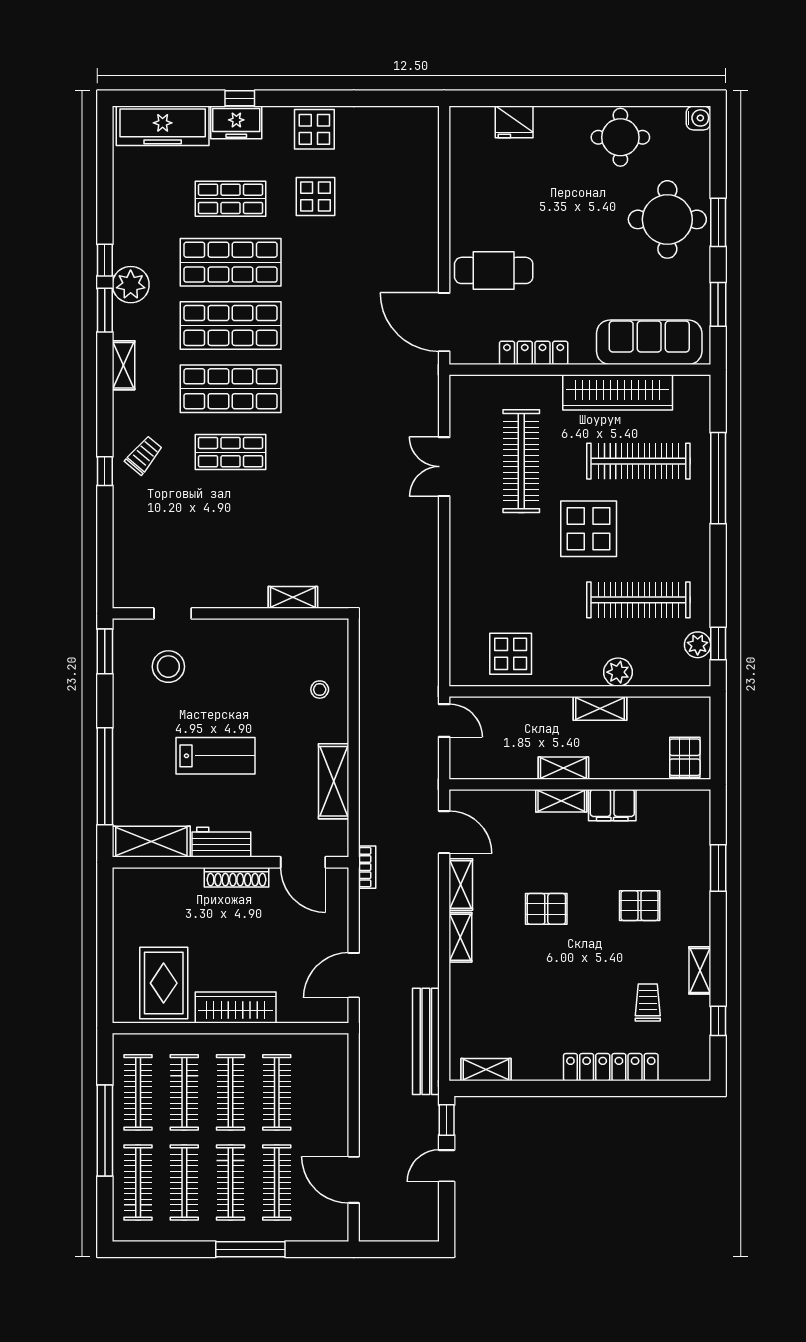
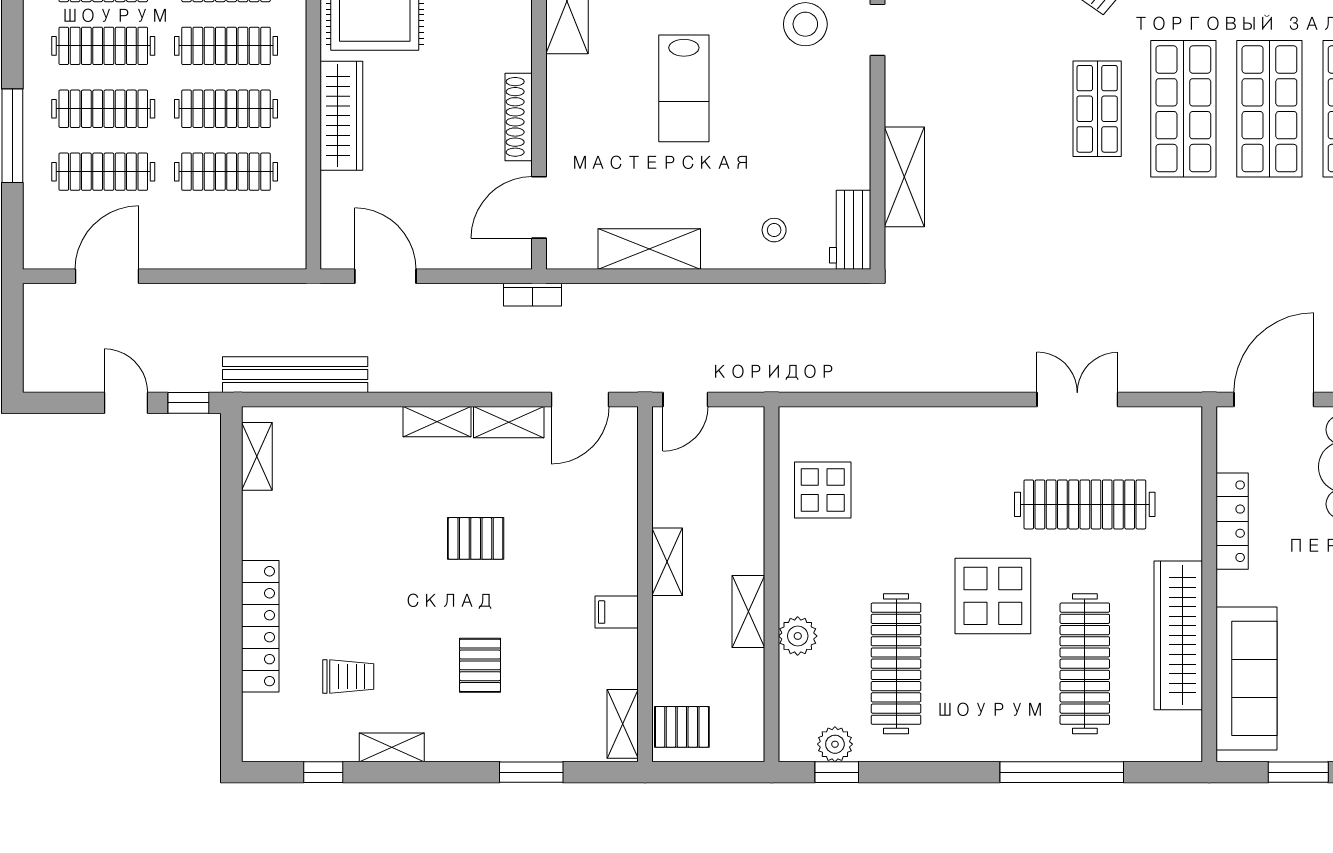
shelving: (293, 597) -> (904, 177), width x1.50, depth x1.33
door: (444, 720) -> (685, 399), moved
shelving: (561, 801) -> (623, 724), moved
filing cabinet: (612, 805) -> (617, 612), width x0.50
workbench: (221, 842) -> (850, 230), moved, turned 180
pallet: (546, 909) -> (476, 538), turned 90

